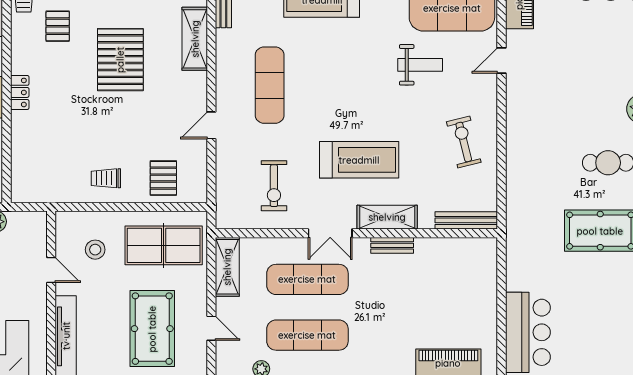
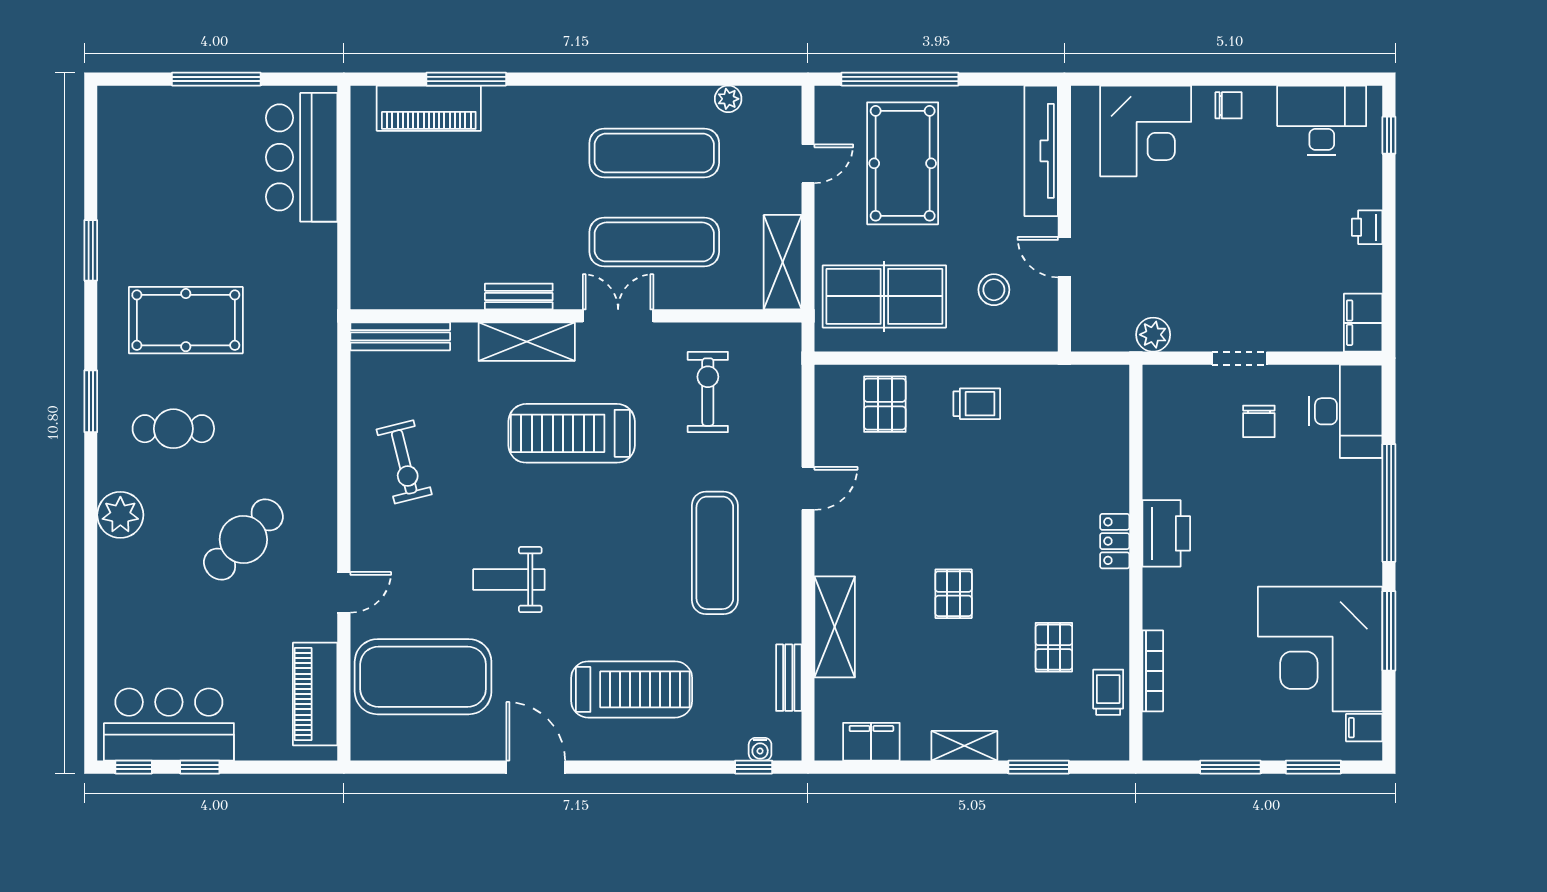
pallet: (120, 60) -> (954, 594), width x0.49, depth x0.50
weight bench: (420, 65) -> (509, 580), moved
cafe table: (564, 93) -> (243, 540), added
door: (211, 328) -> (808, 164), swing flipped

